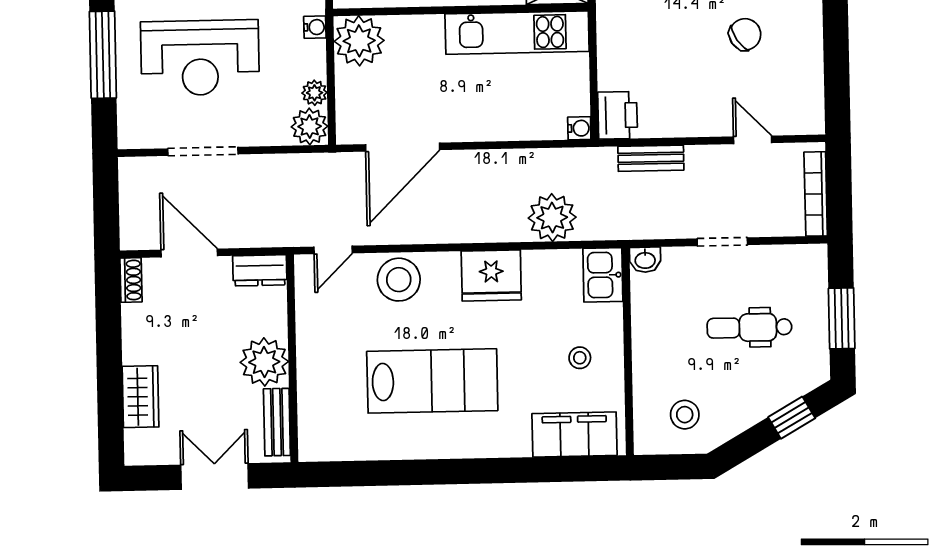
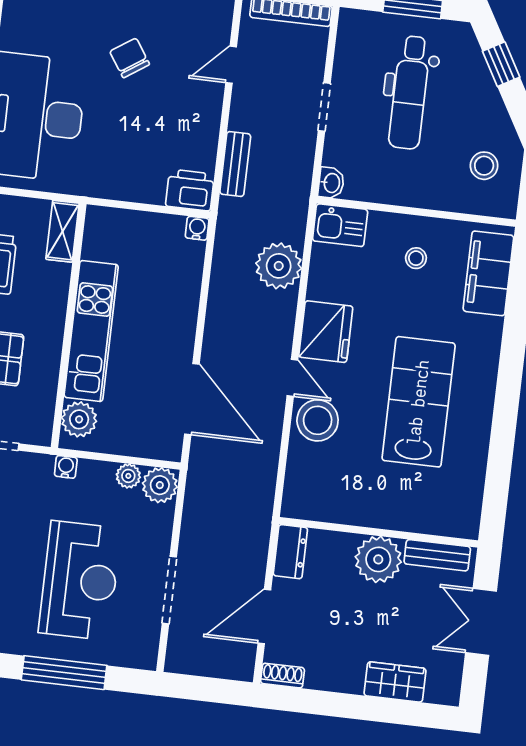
kitchen unit: (517, 33) -> (91, 331), moved
plant: (359, 41) -> (79, 419), width x0.73, depth x0.73
door: (333, 250) -> (292, 378), moved
dental chair: (749, 327) -> (410, 92), width x1.36, depth x1.38

